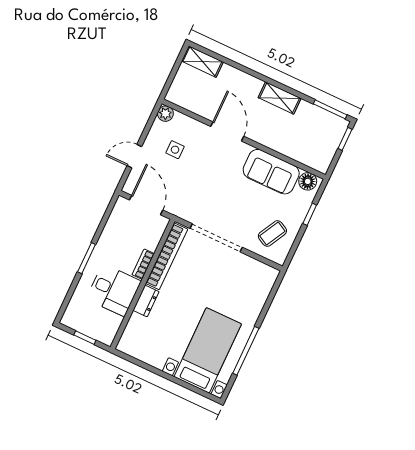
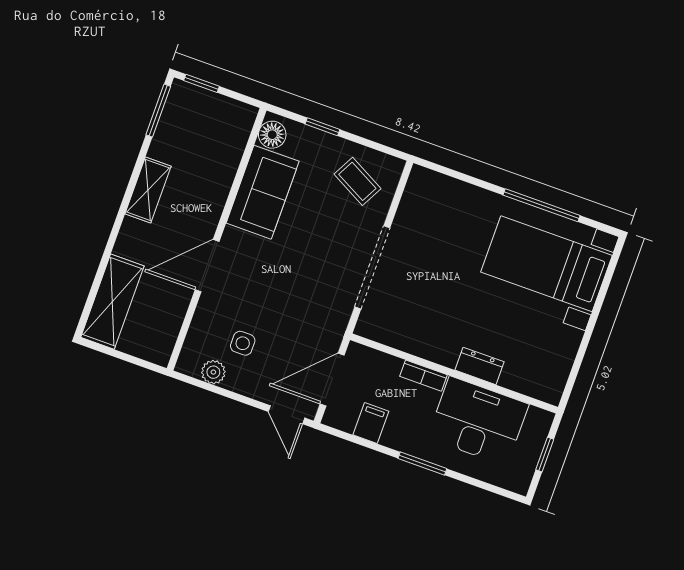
shelving: (202, 62) -> (112, 302), width x1.50, depth x1.33
plant: (165, 114) -> (213, 372), moved
door: (134, 156) -> (287, 415), moved
filing cabinet: (116, 227) -> (371, 423), added
bookcase: (167, 256) -> (408, 341), removed
desk: (114, 290) -> (478, 421), width x1.37

